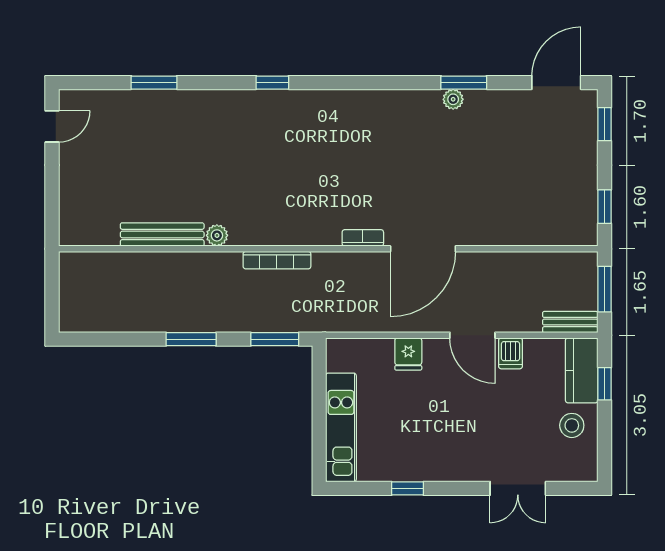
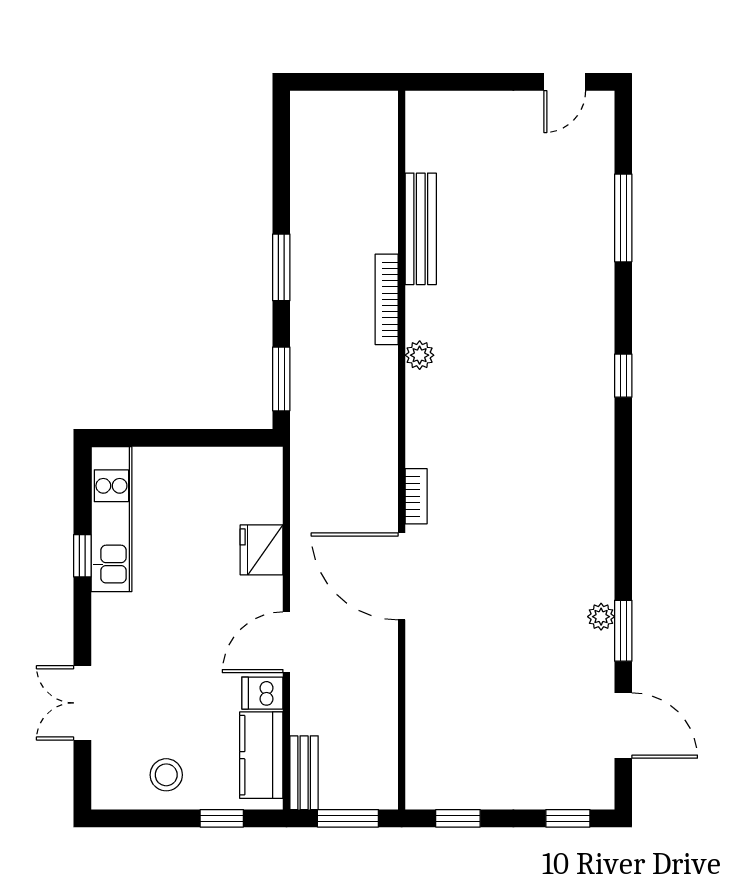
window: (154, 83) -> (623, 218), width x1.44
door: (556, 83) -> (623, 726), moved
door: (52, 126) -> (565, 82), hinge flipped
plant: (217, 235) -> (420, 355), moved
bookcase: (277, 260) -> (387, 299), moved
fridge: (408, 354) -> (262, 550), width x1.38
kitchen counter: (582, 370) -> (261, 755), moved, turned -90
kitchen unit: (341, 427) -> (111, 519), moved, turned -90

